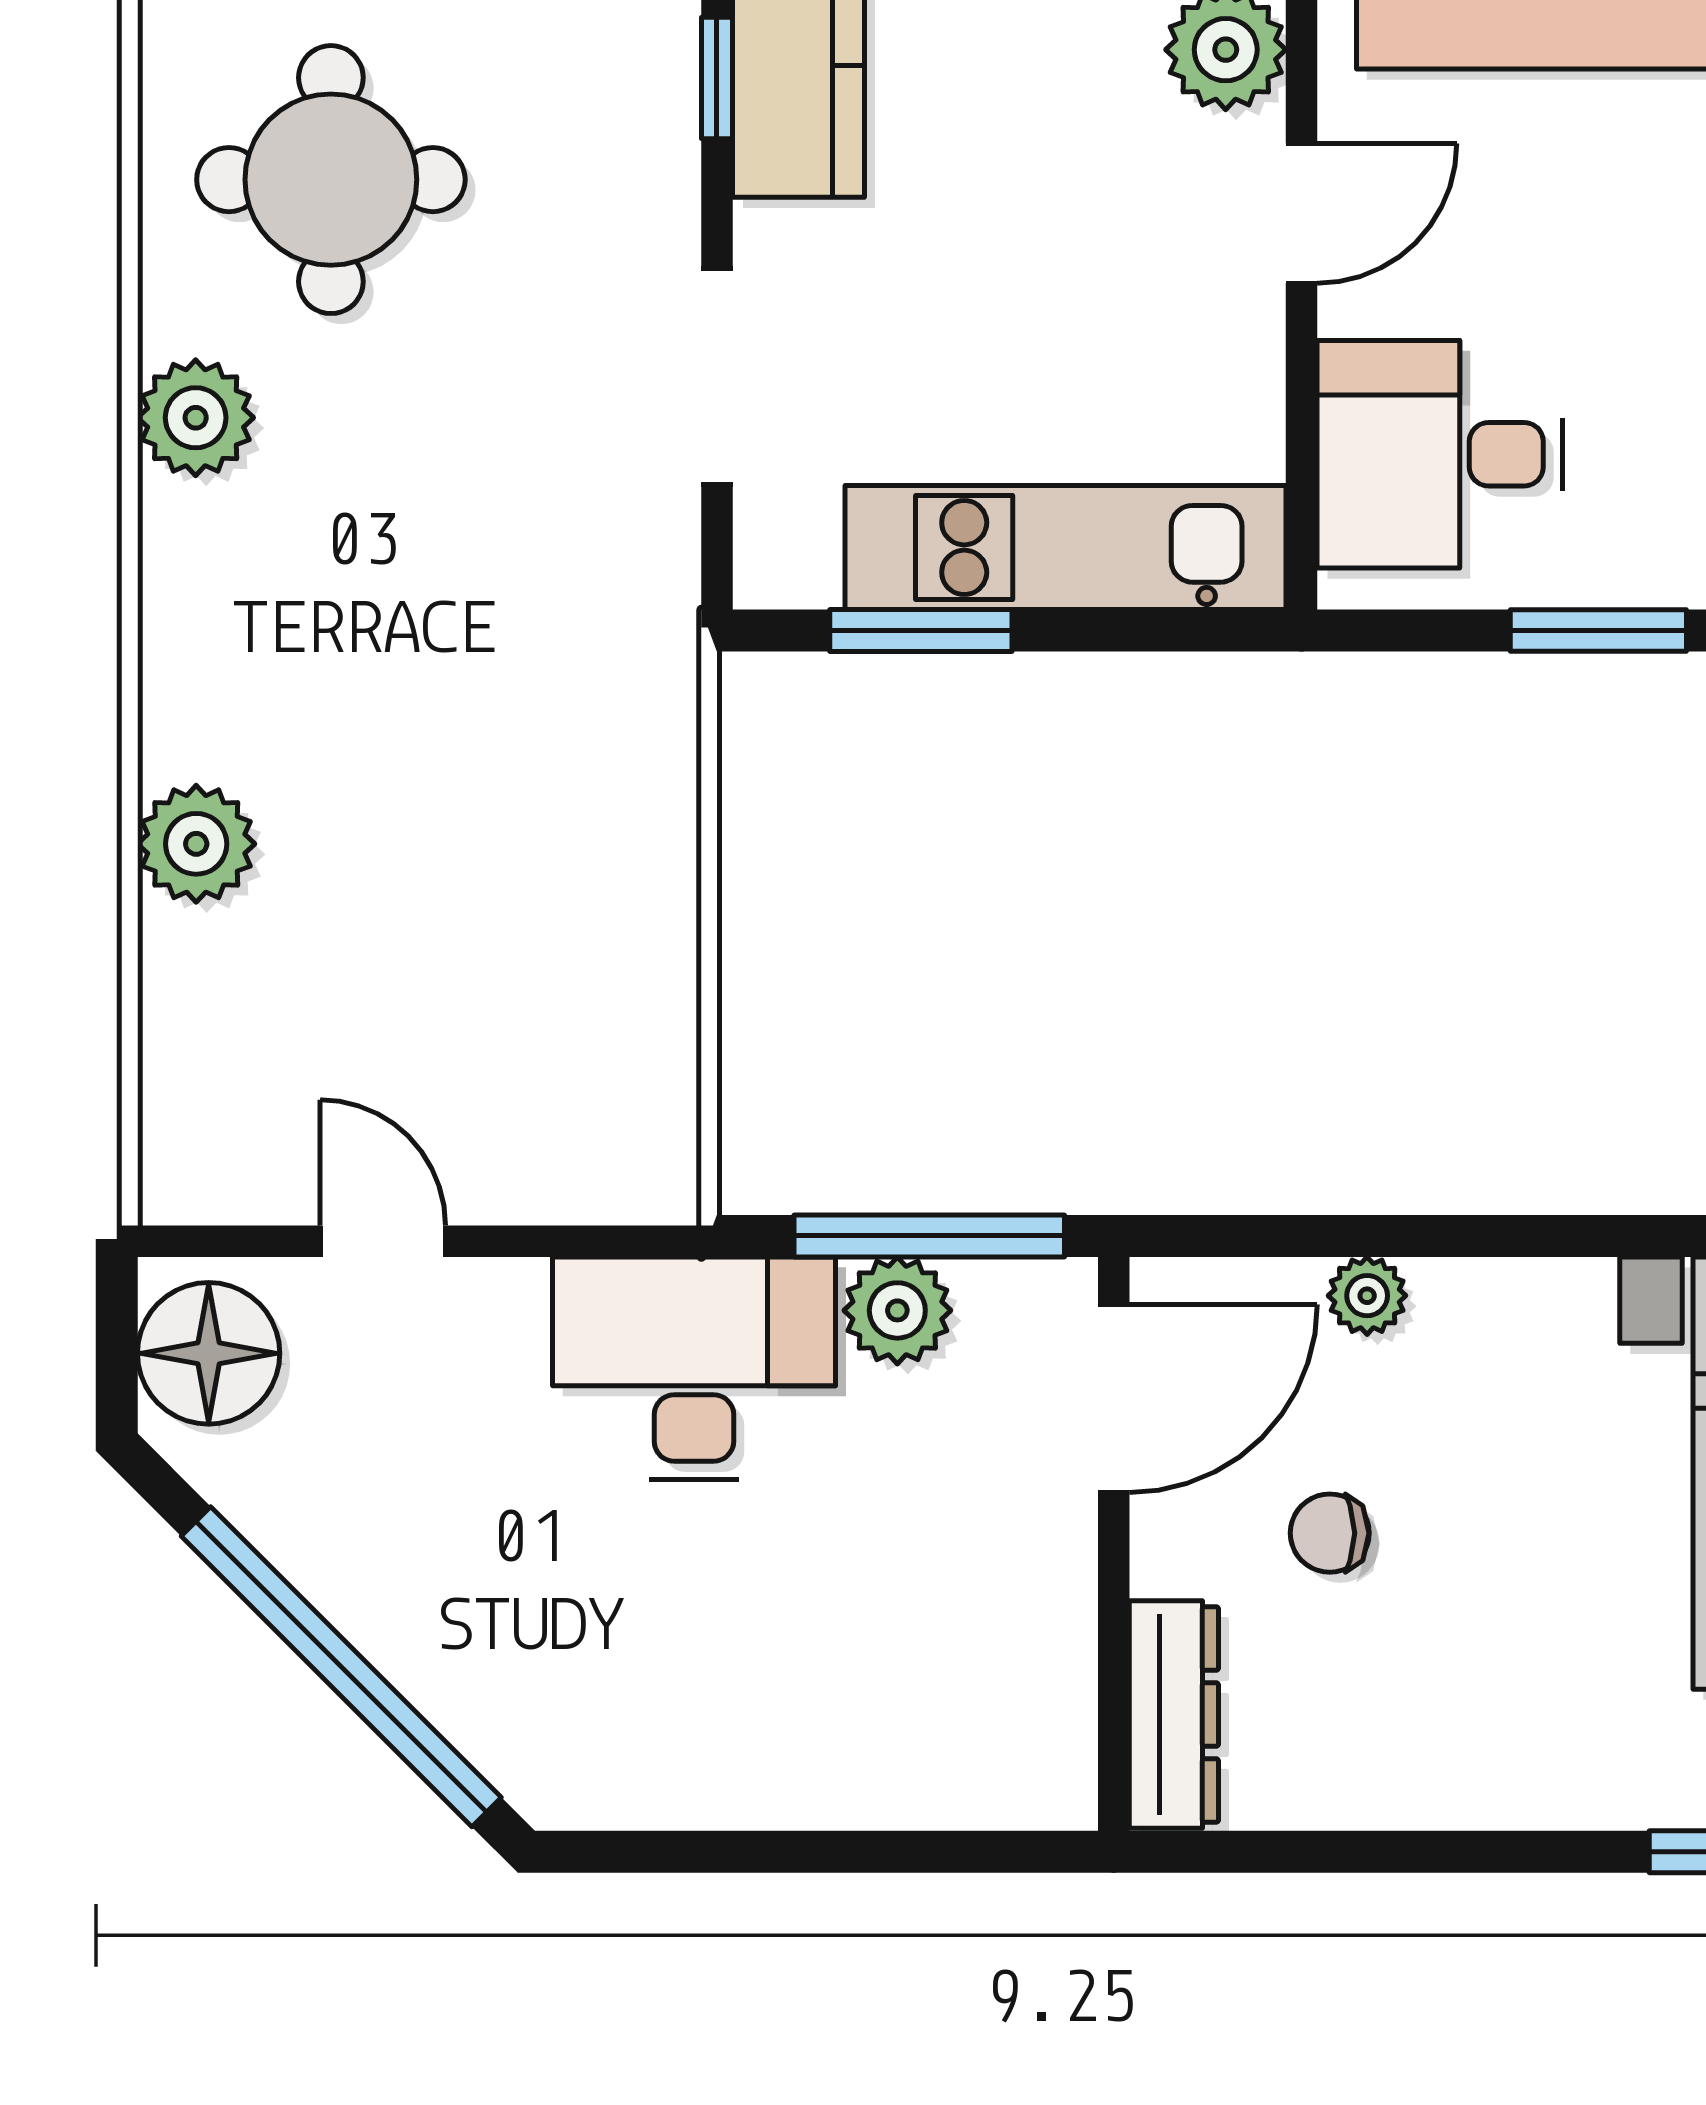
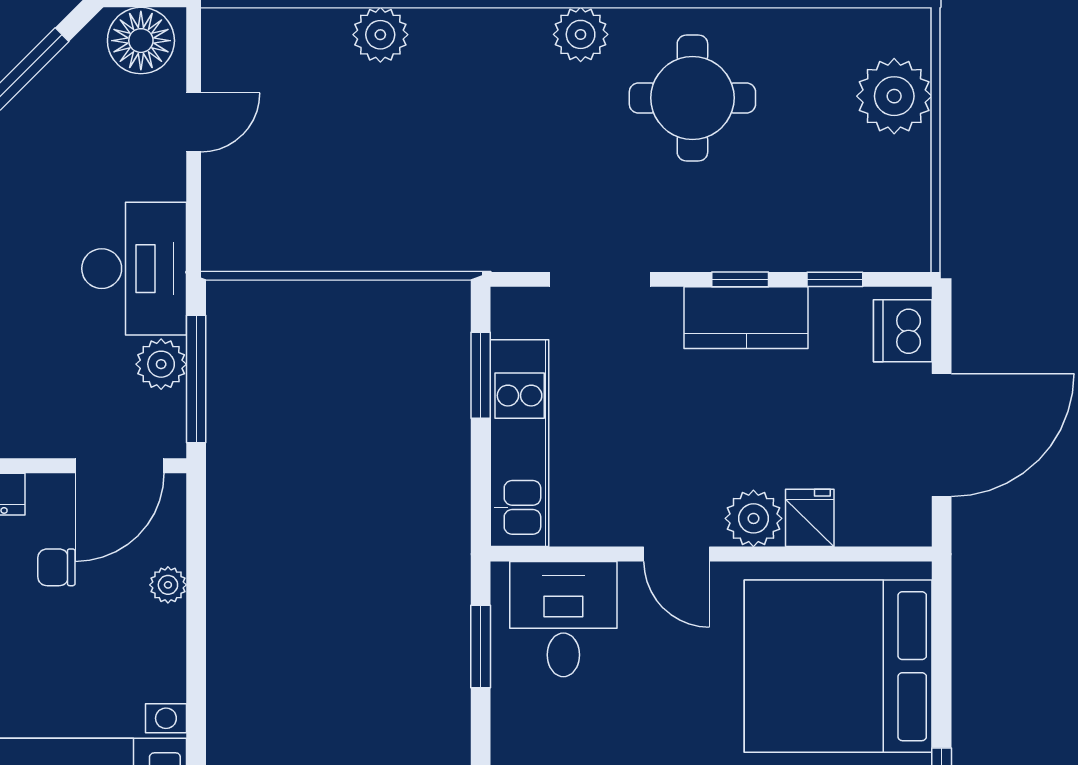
window: (1598, 630) -> (481, 647), moved
door: (1114, 1398) -> (120, 466), hinge flipped
chair: (1330, 1533) -> (56, 567), turned -90

